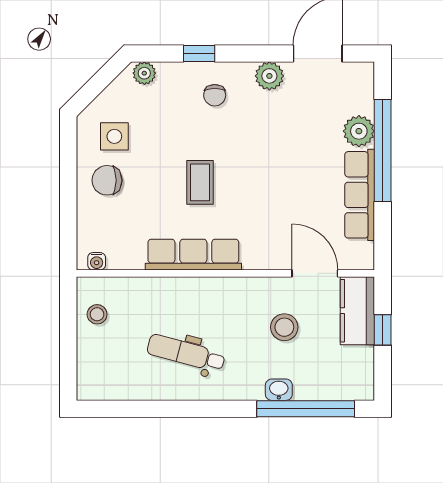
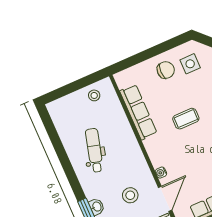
chair: (107, 180) -> (166, 70), turned 90
row of seats: (193, 255) -> (138, 112), moved
water cooler: (97, 261) -> (161, 173), moved

